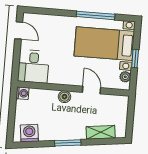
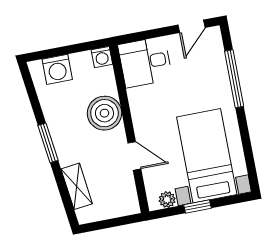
window: (96, 15) -> (234, 79), moved
door: (91, 90) -> (134, 156), hinge flipped
boiler: (64, 97) -> (104, 113), width x1.86, depth x1.86
washing machine: (29, 133) -> (57, 69), moved, turned 97

